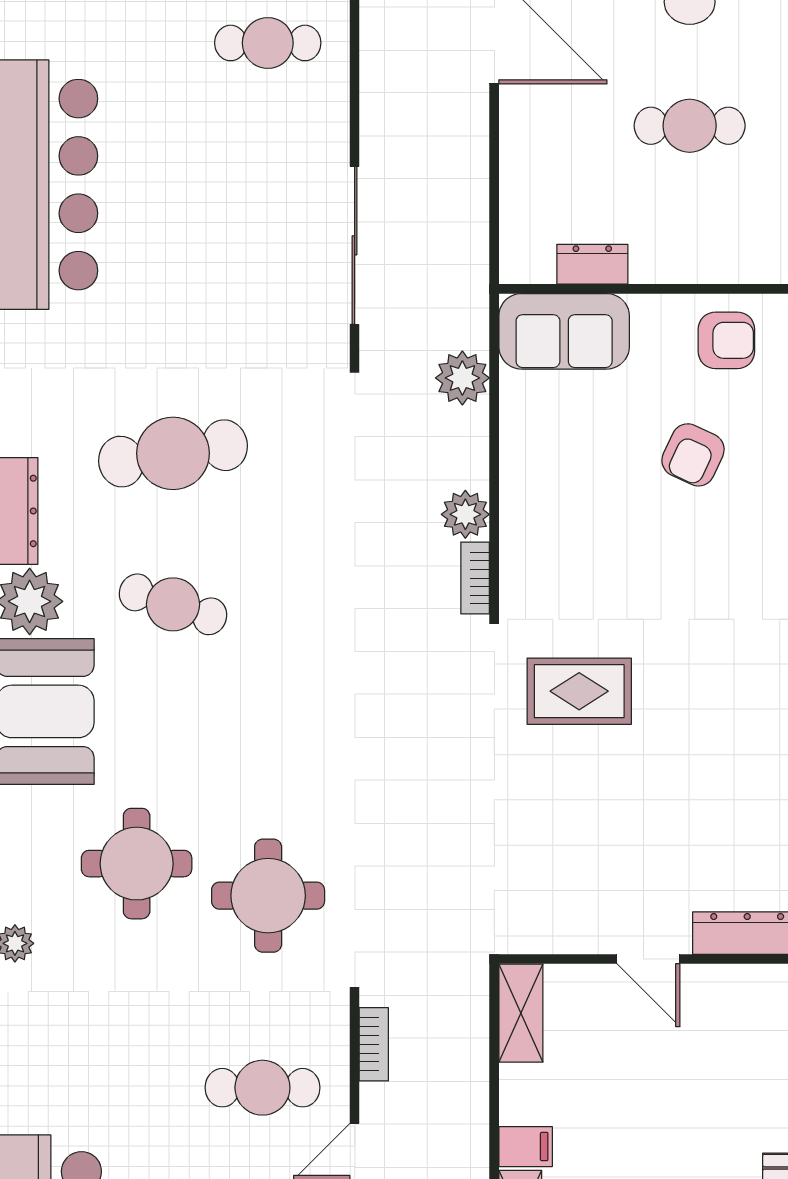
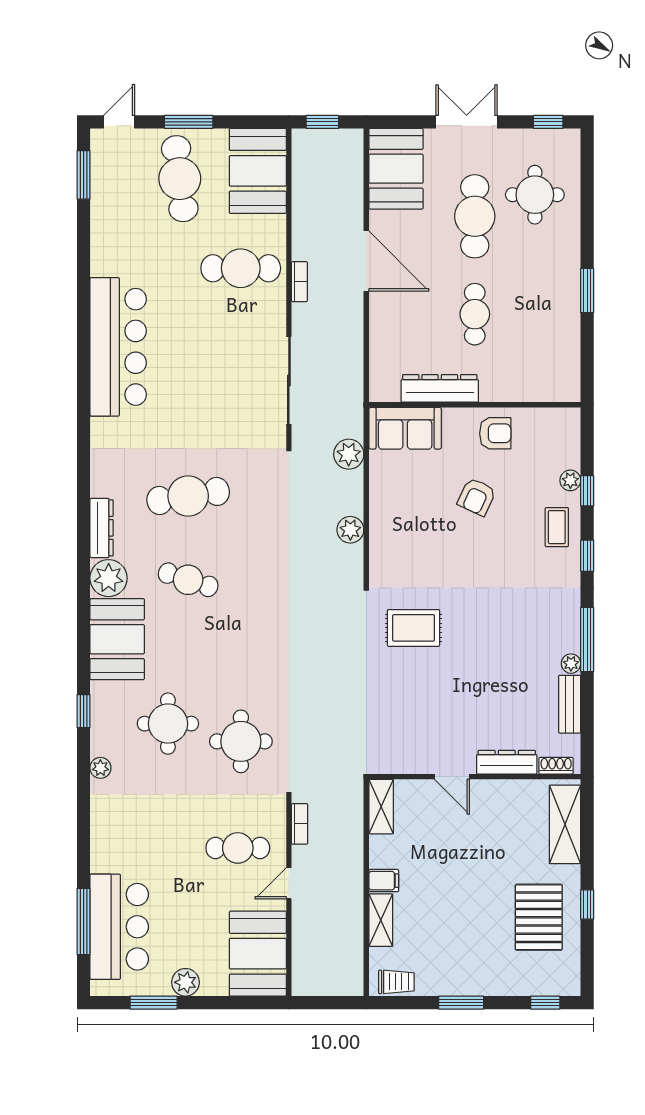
cafe table: (268, 43) -> (241, 268), width x1.37, depth x1.35
cafe table: (690, 126) -> (475, 314), turned 90
dresser: (592, 264) -> (440, 388), width x1.96, depth x1.24
bookcase: (475, 578) -> (299, 282), moved, turned 180

